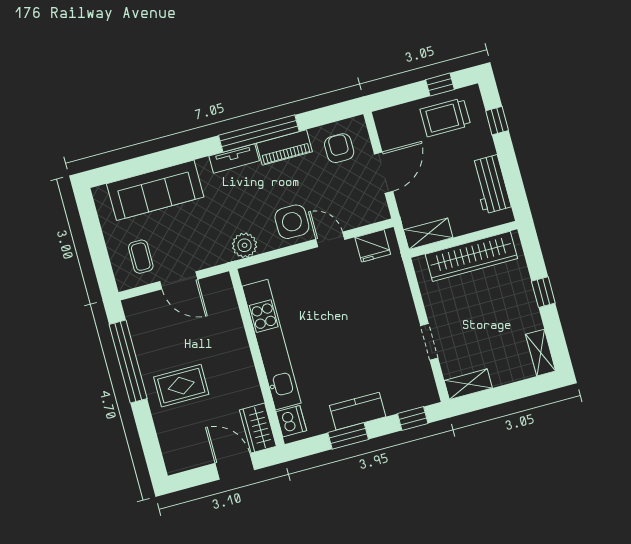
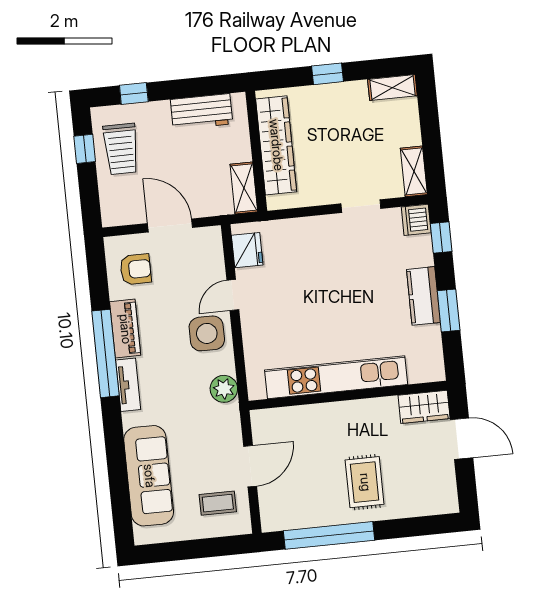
armchair: (339, 148) -> (136, 269), turned 180
dishwasher: (291, 421) -> (416, 220), moved, turned -90
door: (235, 467) -> (462, 439), swing flipped

